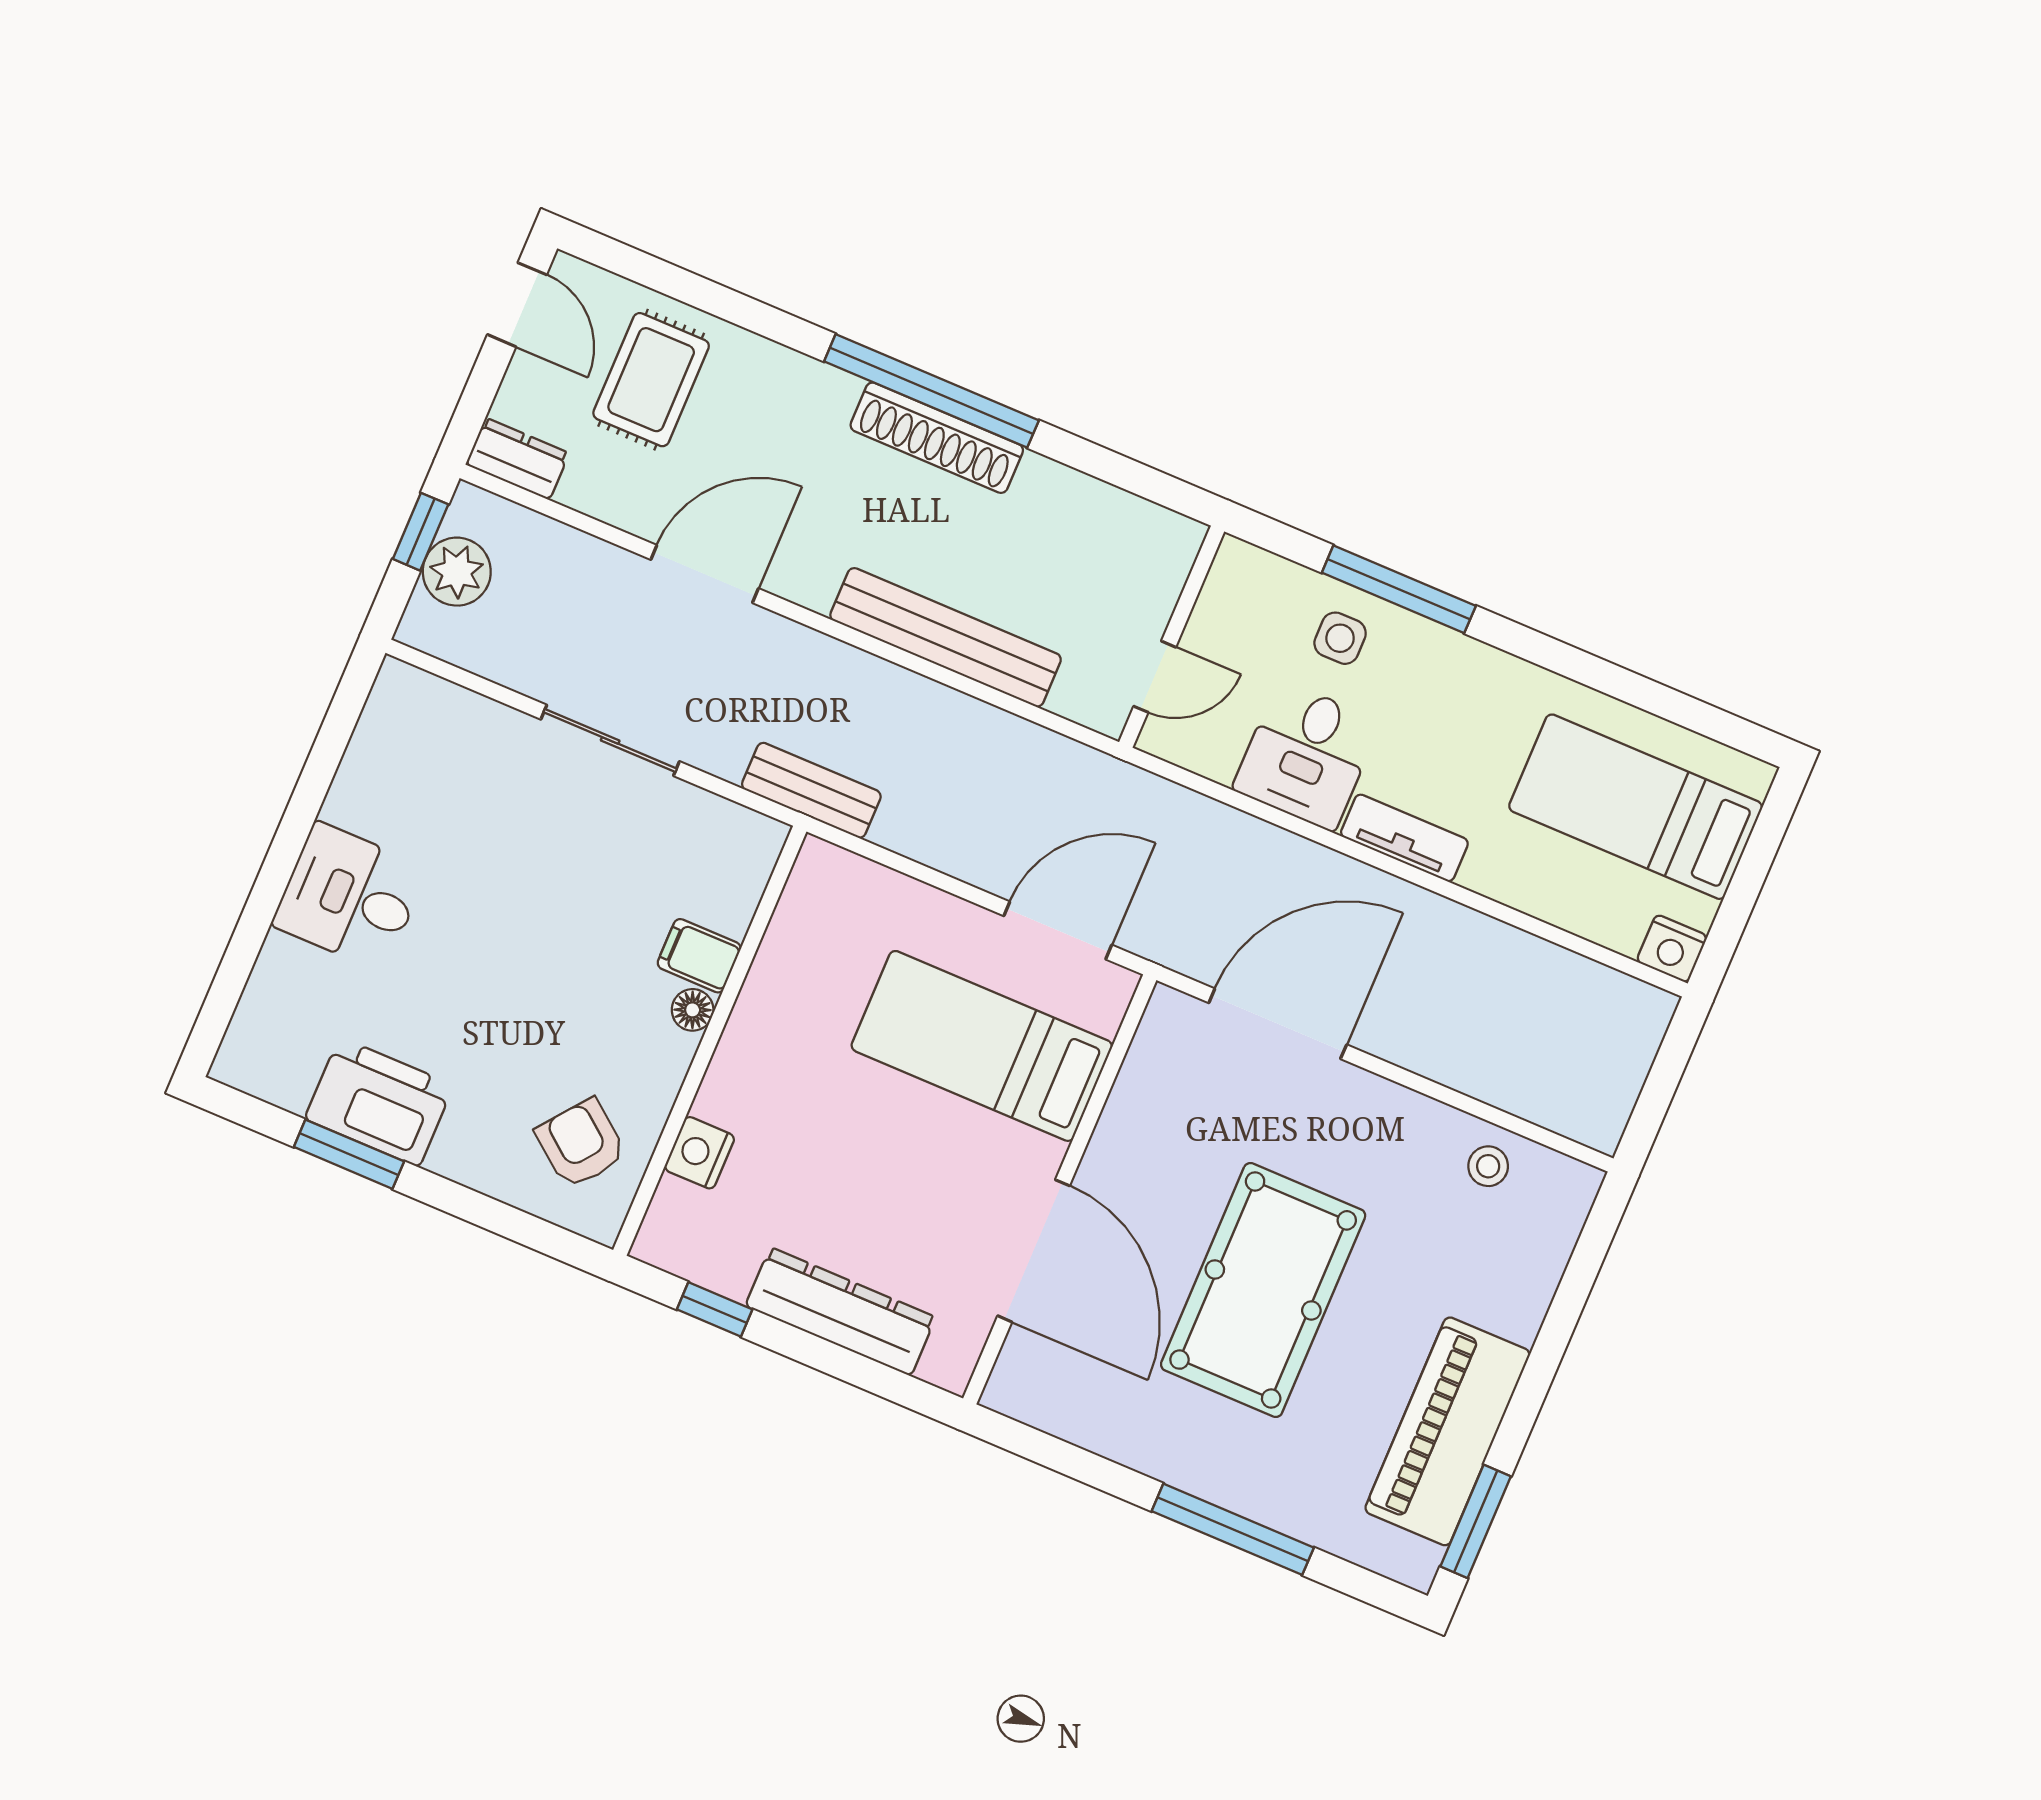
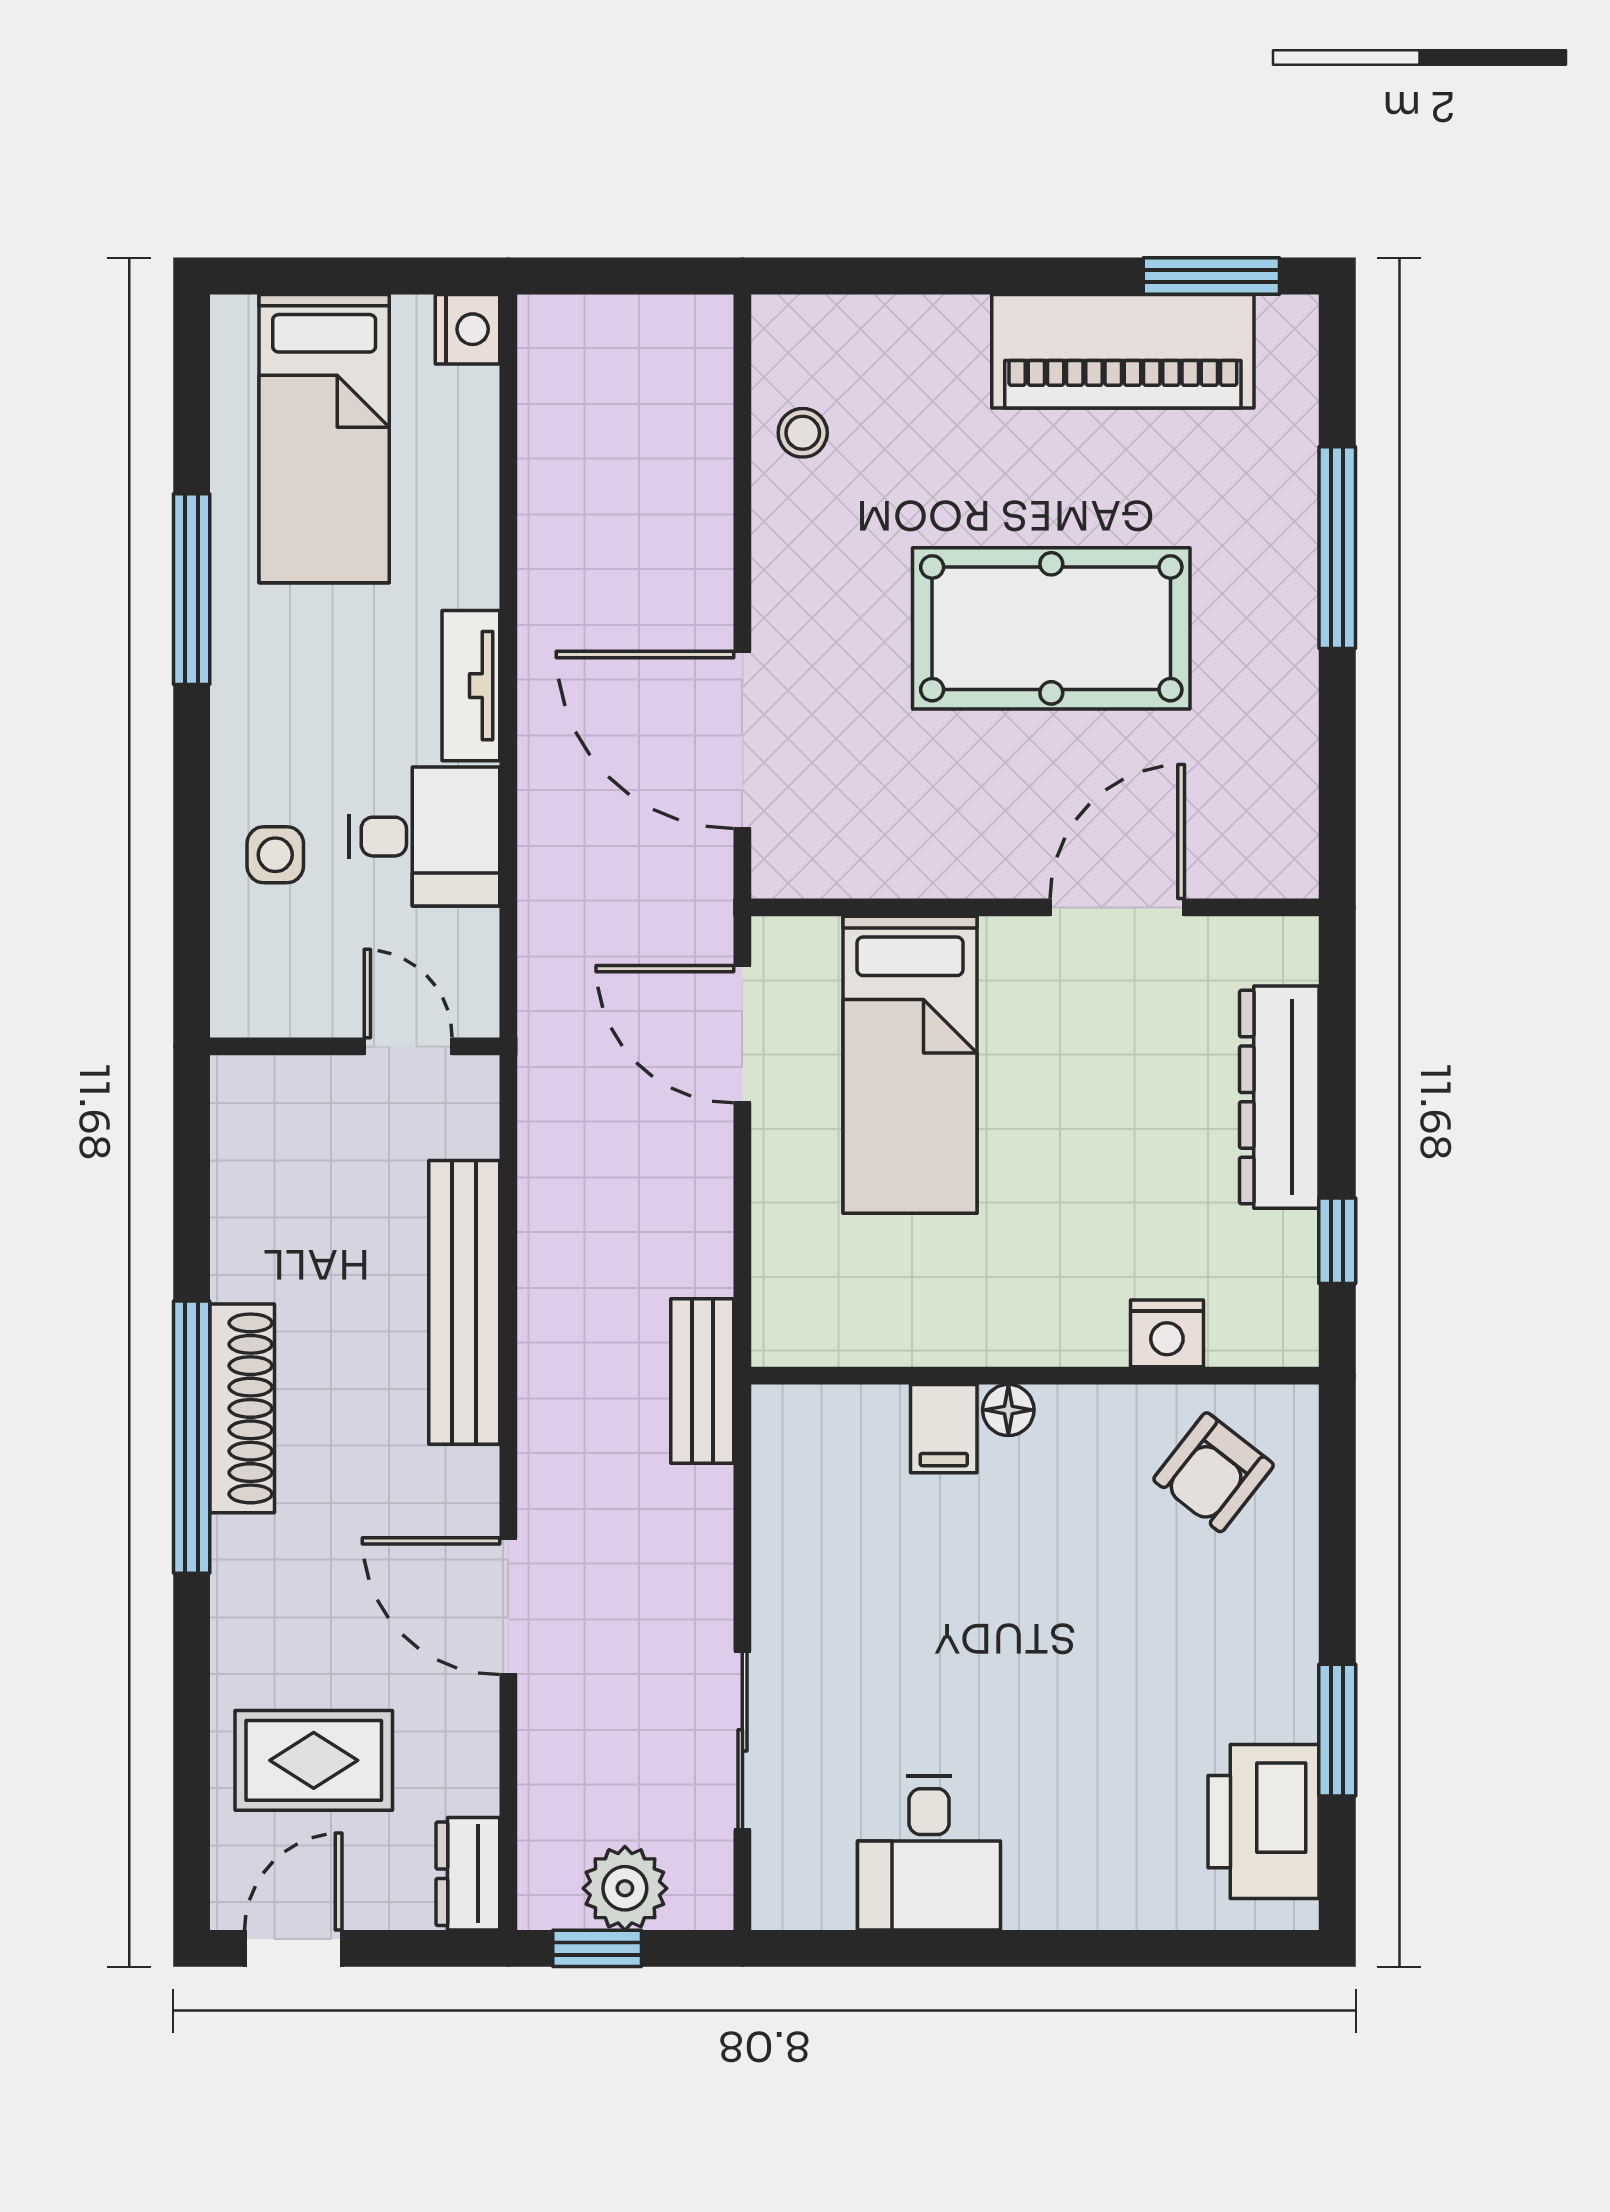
window: (1399, 589) -> (192, 589), moved
sliding door: (610, 740) -> (742, 1740), moved
desk: (350, 896) -> (929, 1853), moved
printer: (379, 1102) -> (1264, 1822), moved
door: (1034, 1251) -> (1117, 907), width x0.73

